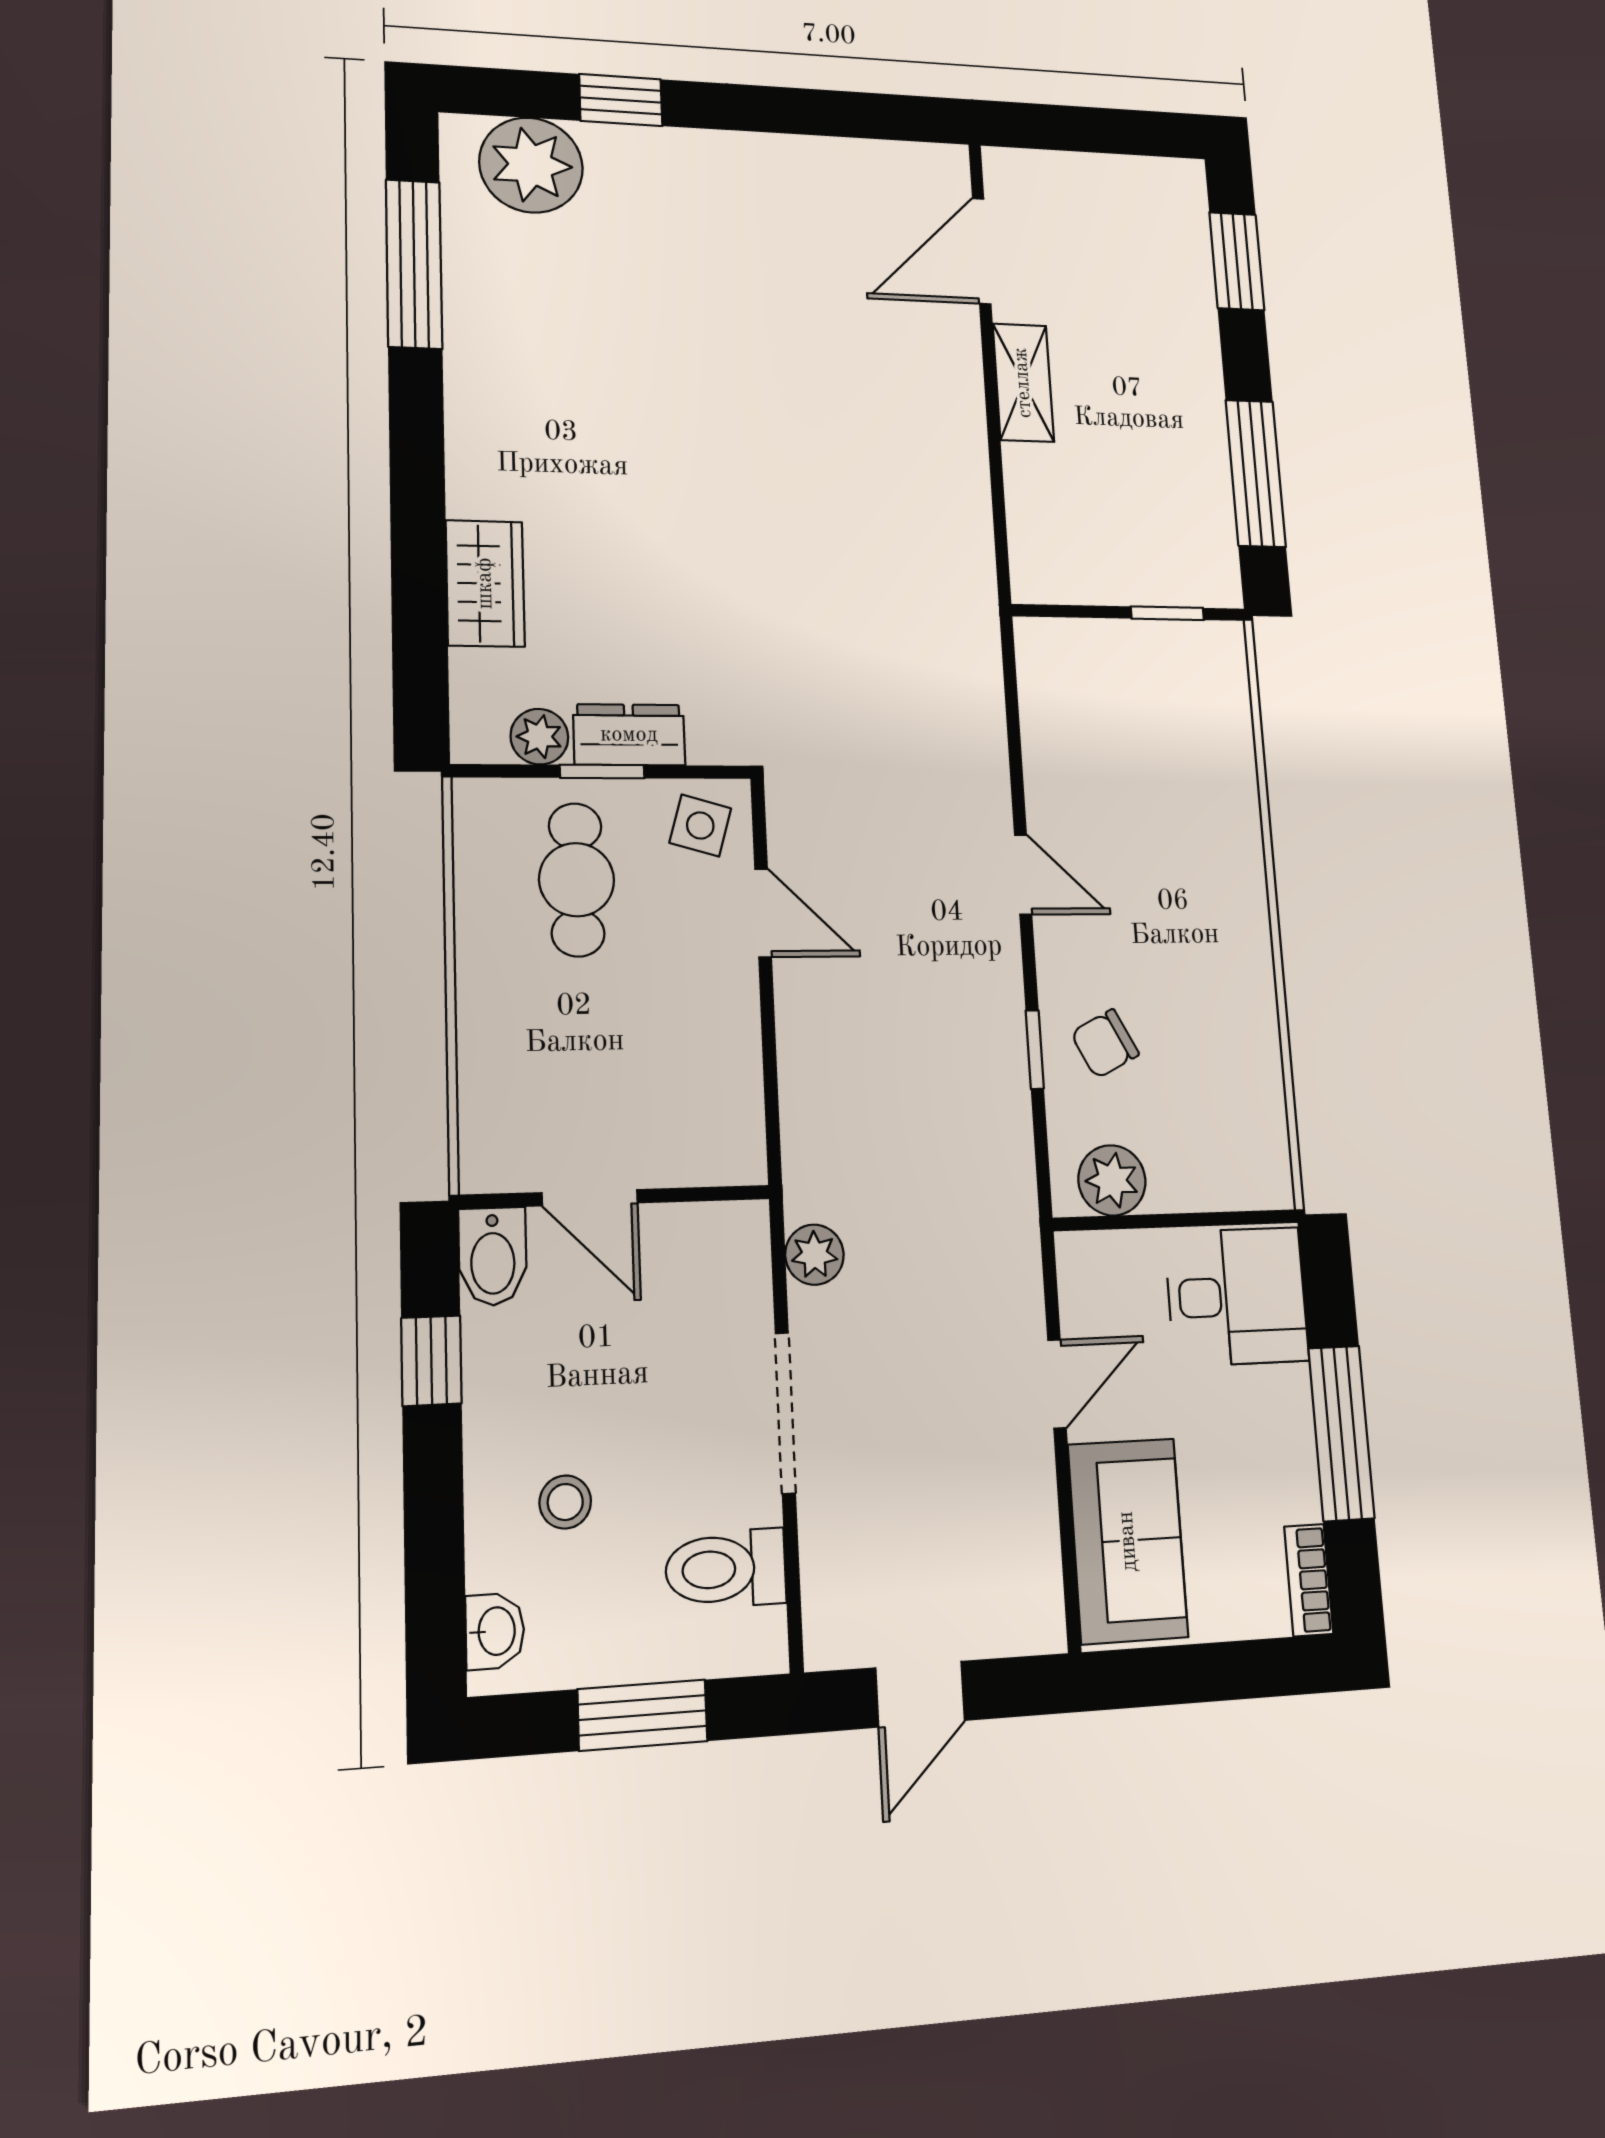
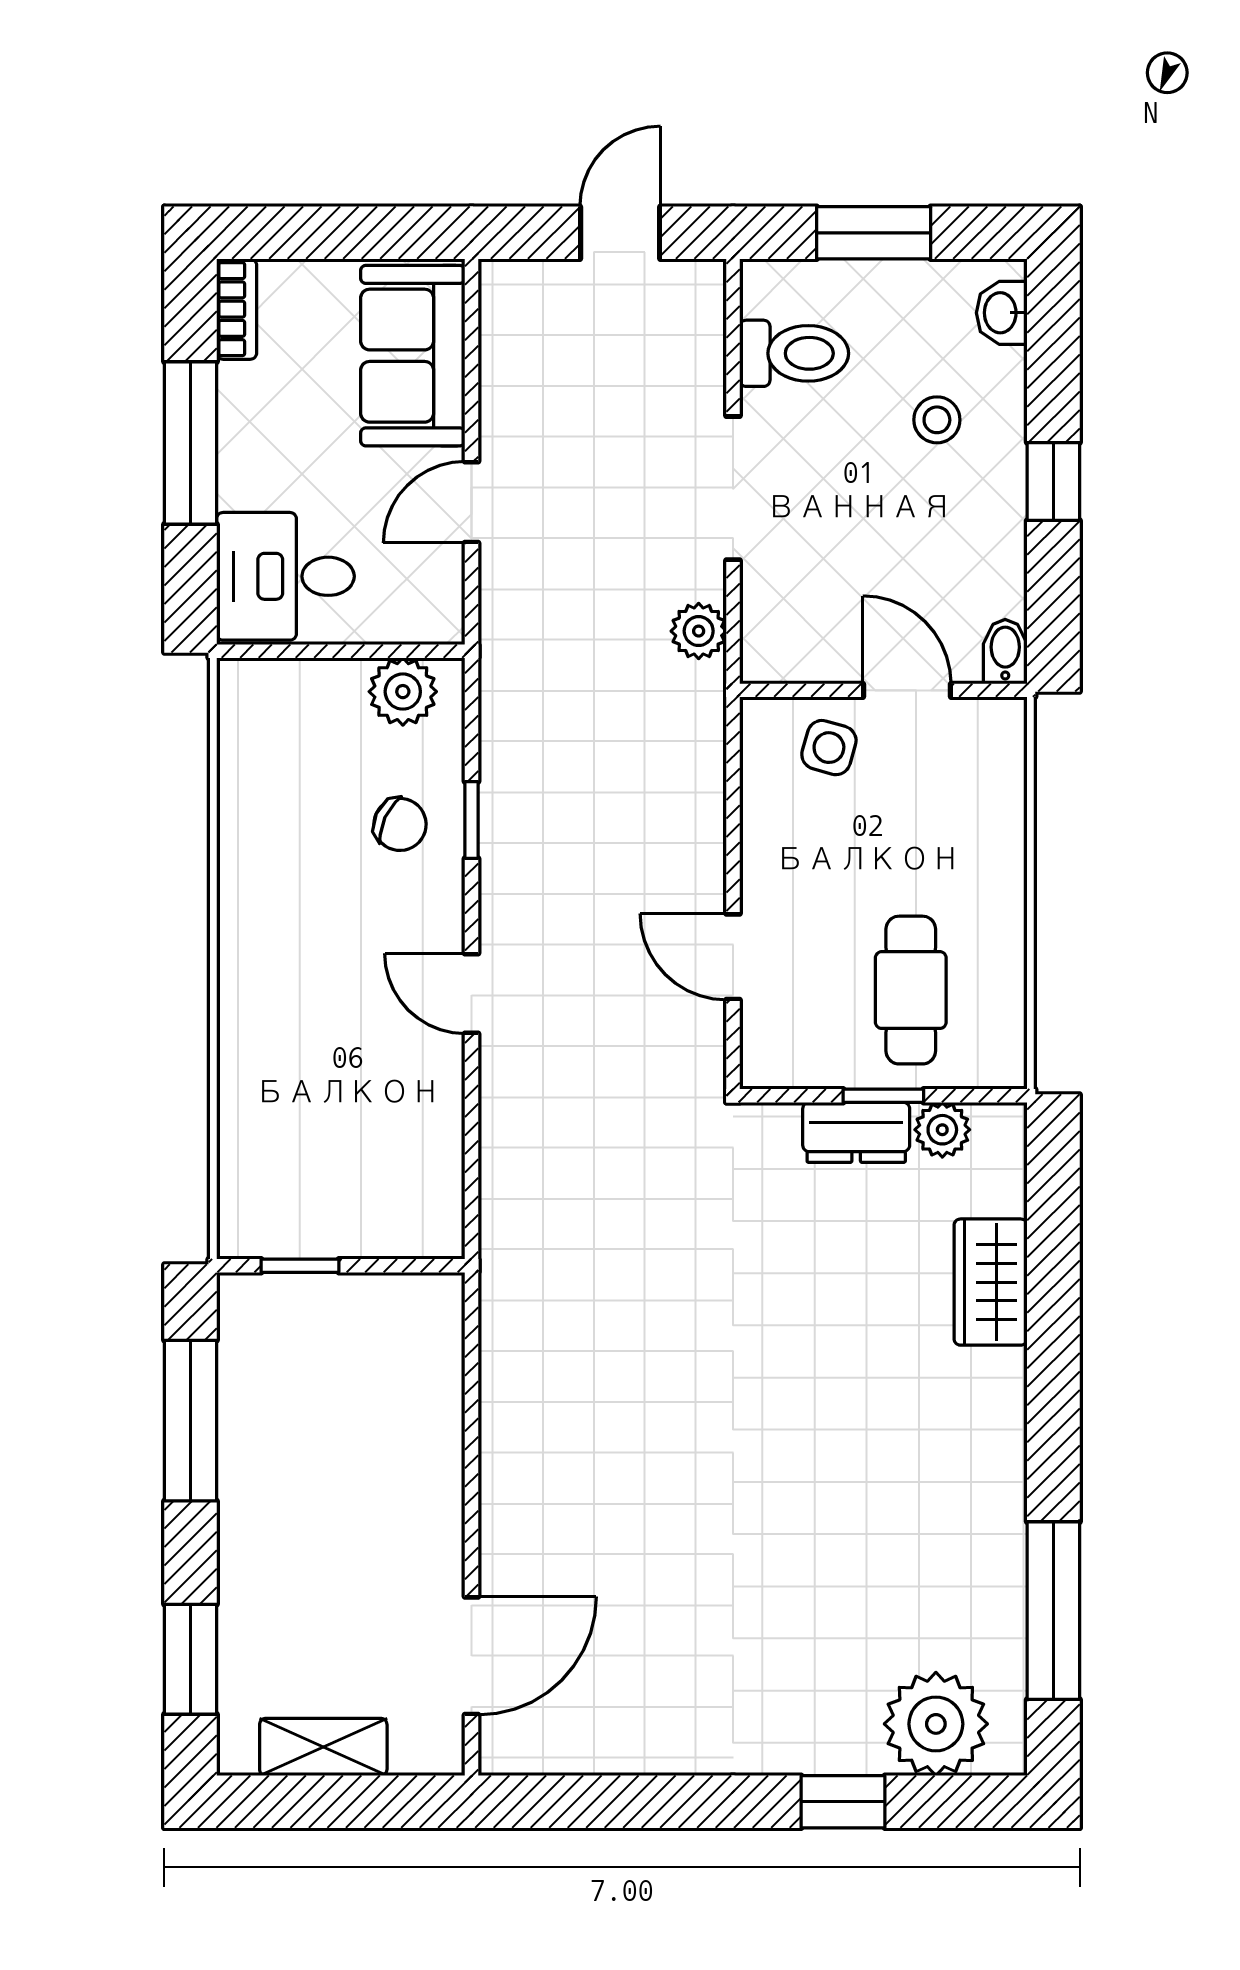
shelving: (1023, 383) -> (323, 1747), moved, turned 90
side table: (700, 826) -> (829, 748), moved
chair: (1105, 1044) -> (400, 824), turned 52
bidet: (493, 1257) -> (1005, 652), width x0.72, depth x0.74
window: (431, 1361) -> (1053, 481), moved

